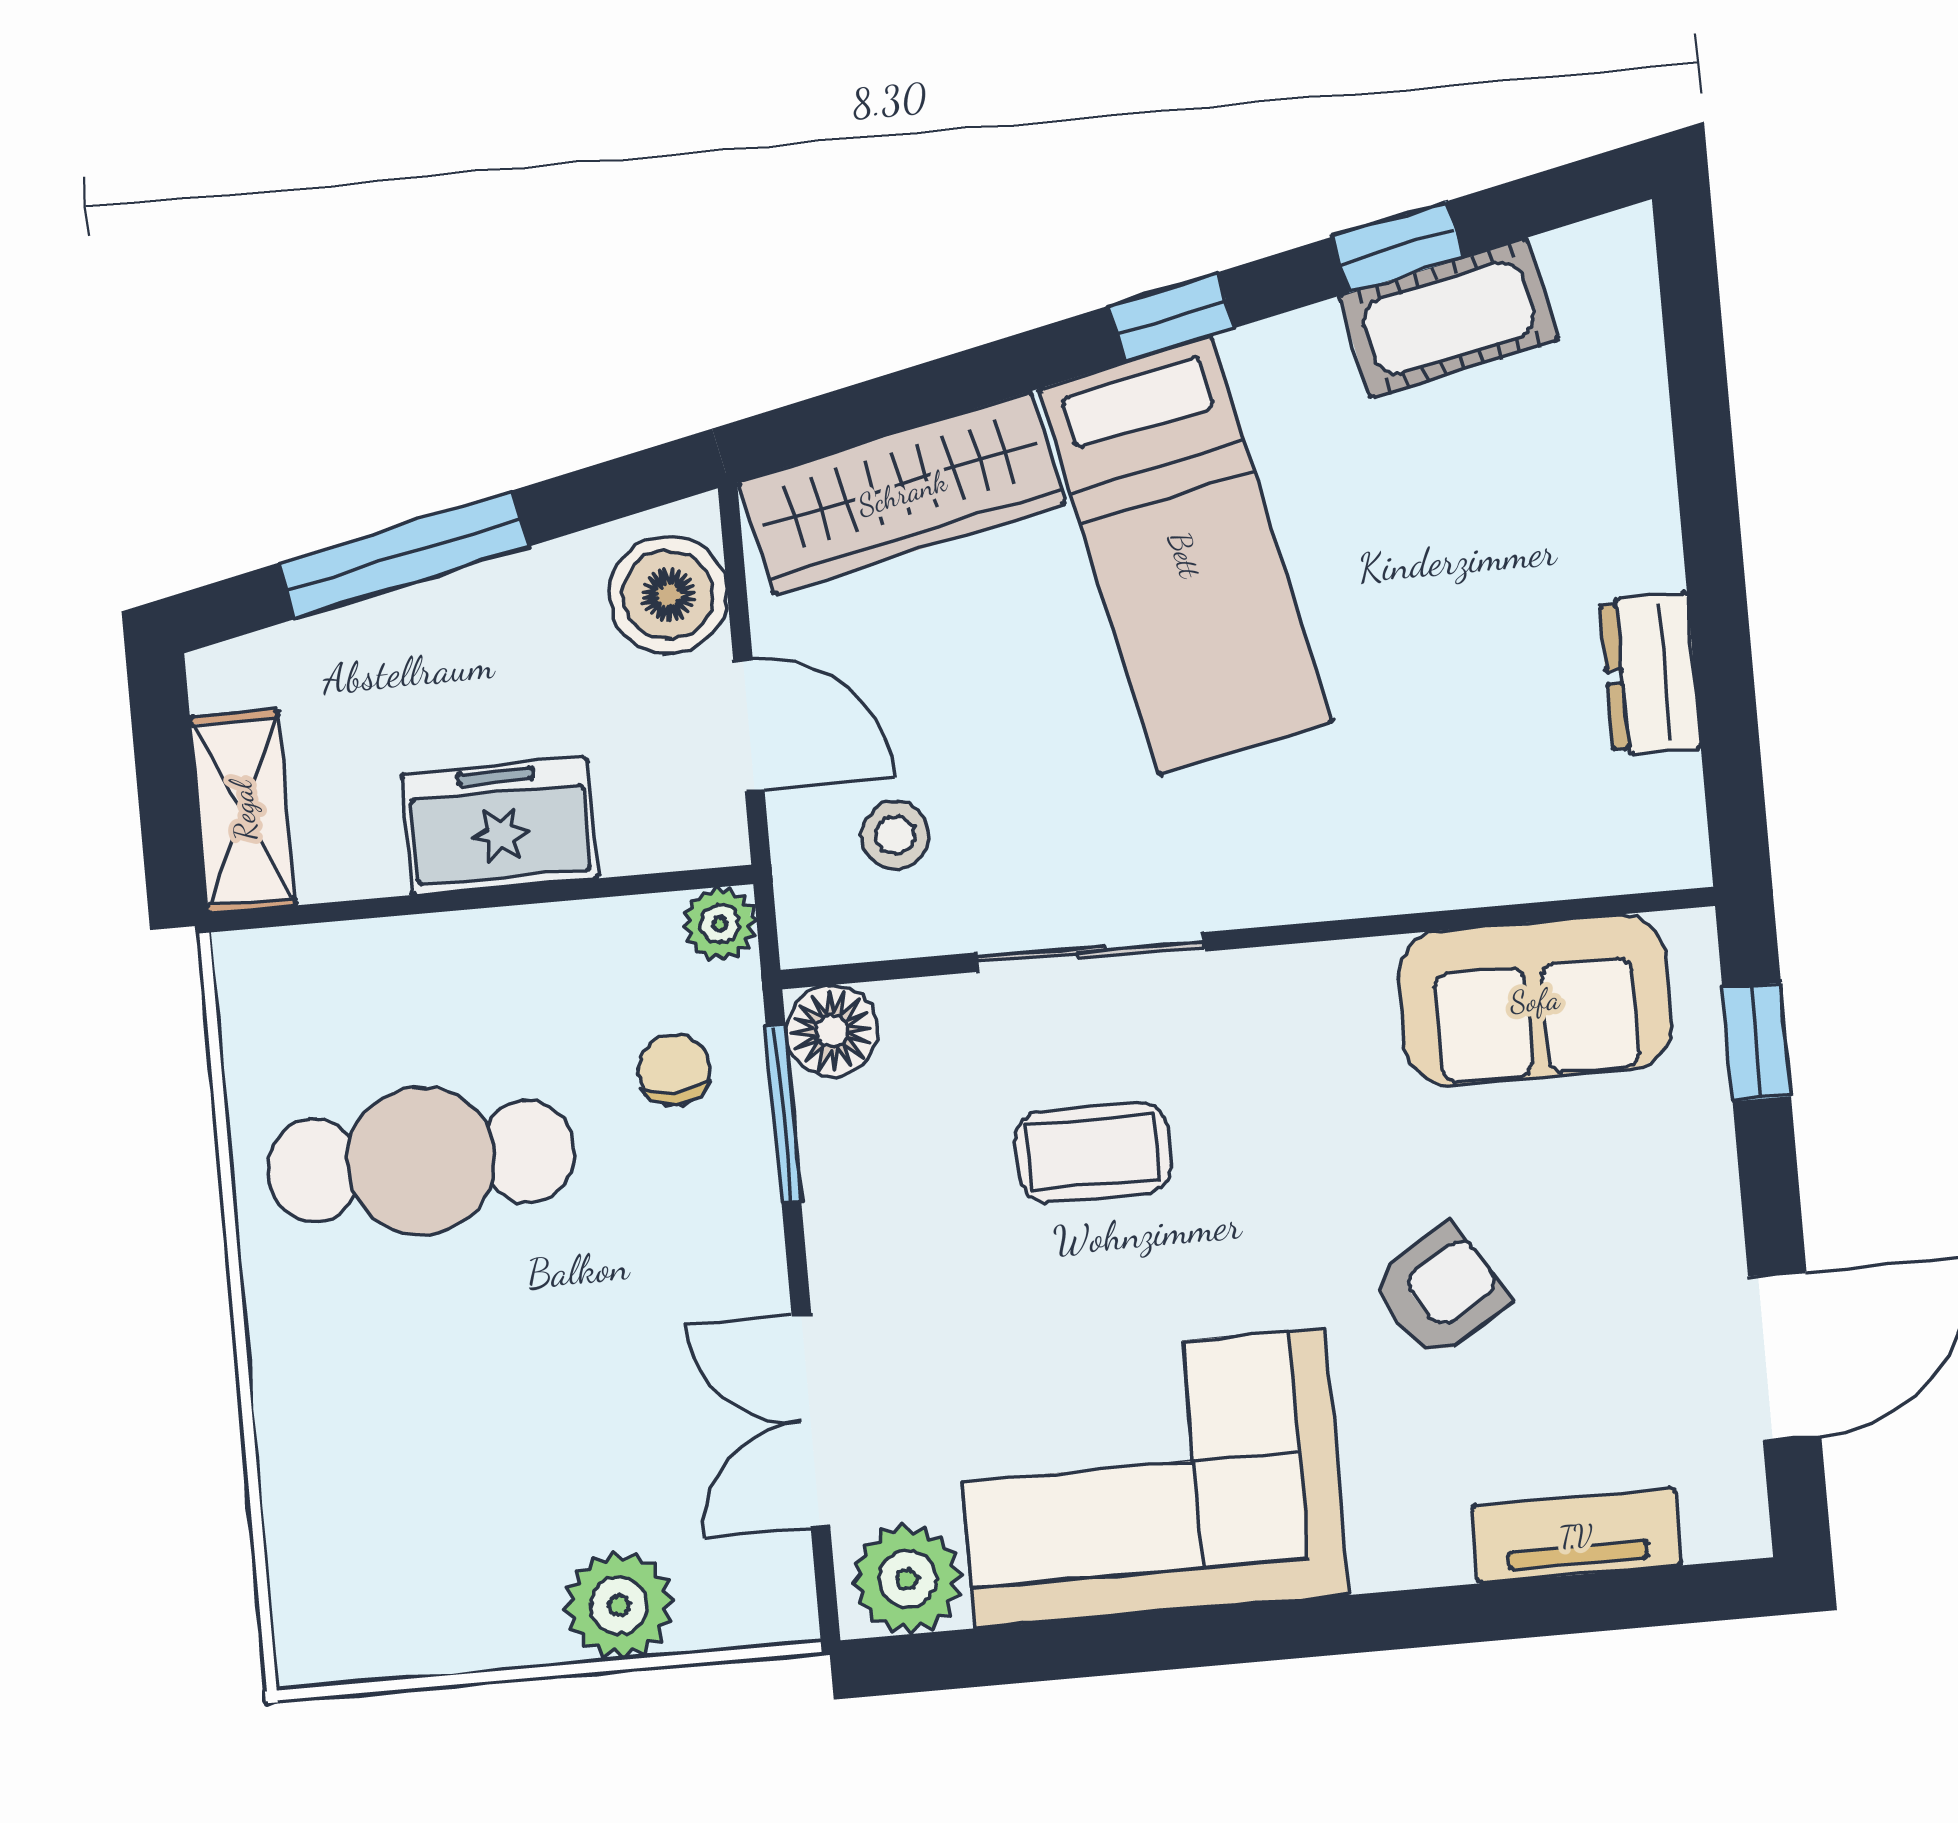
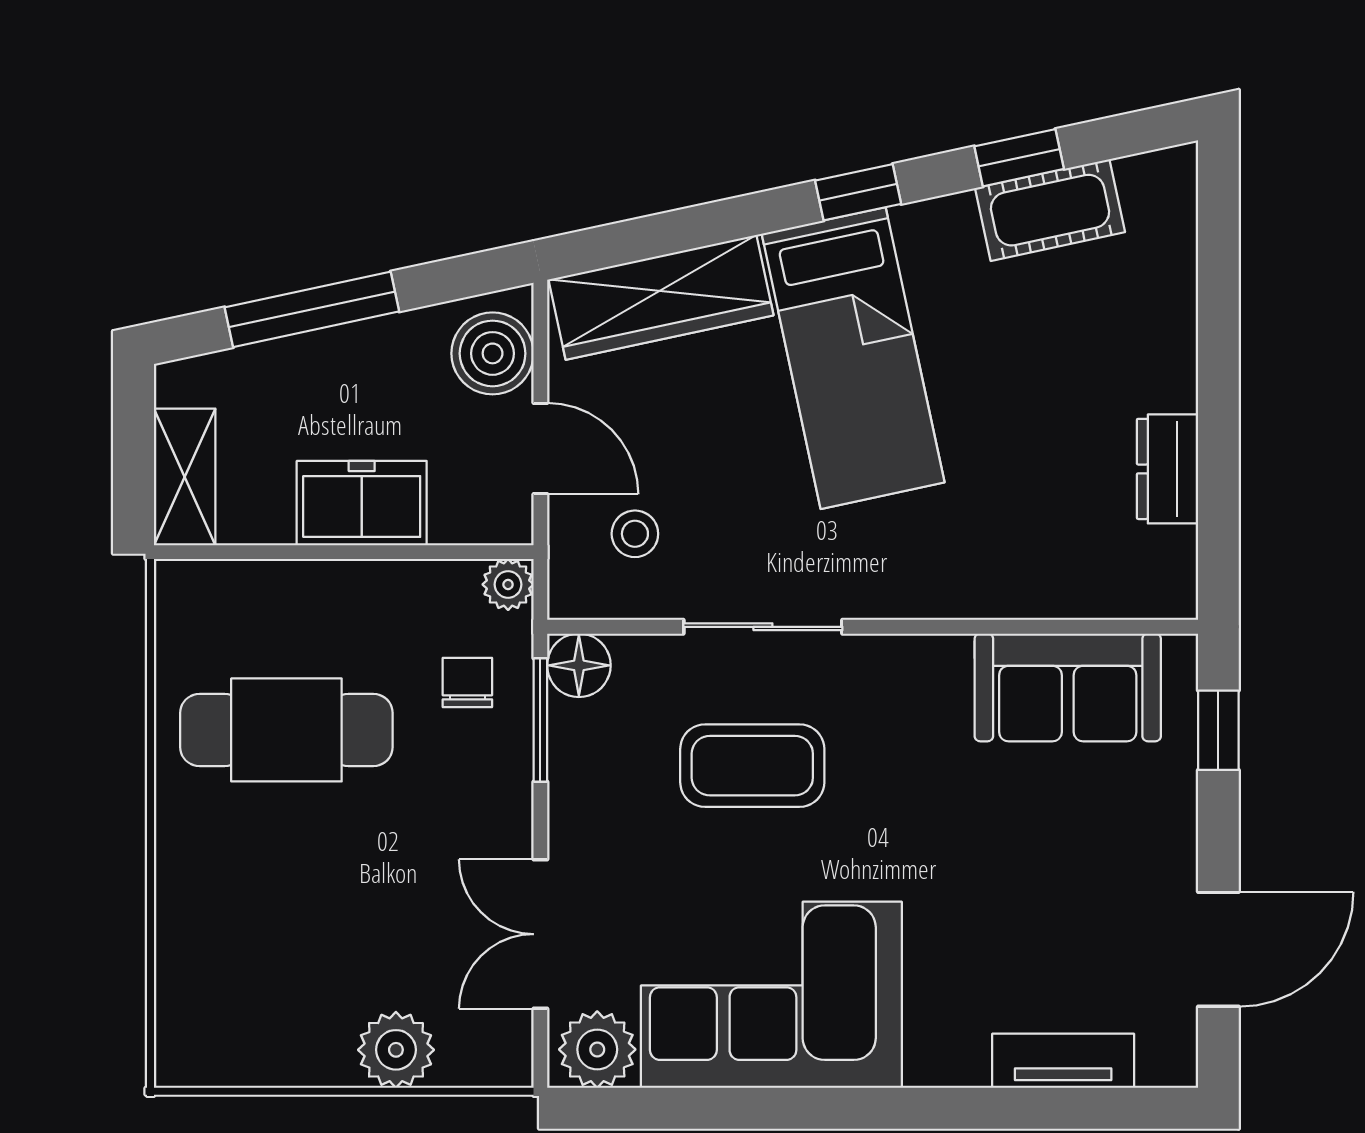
coffee table: (1093, 1152) -> (752, 766), width x1.36, depth x1.30
armchair: (1439, 1292) -> (983, 883), removed

